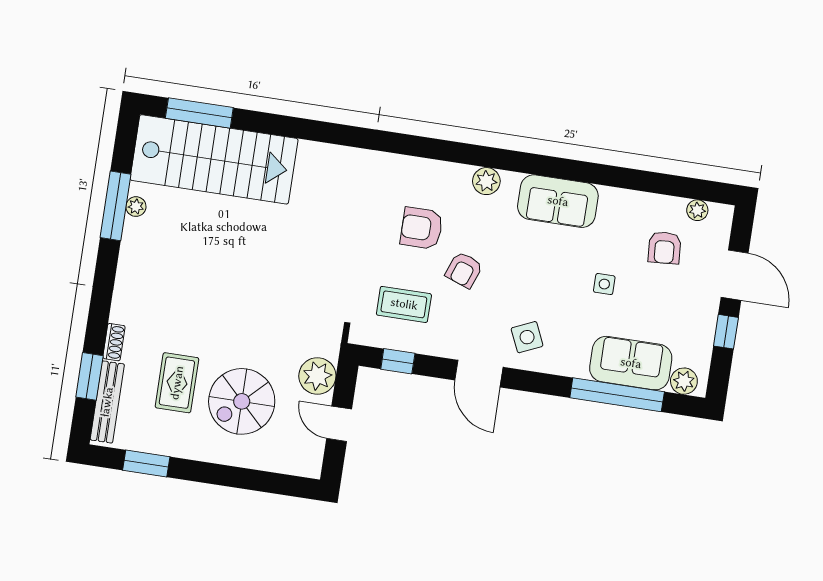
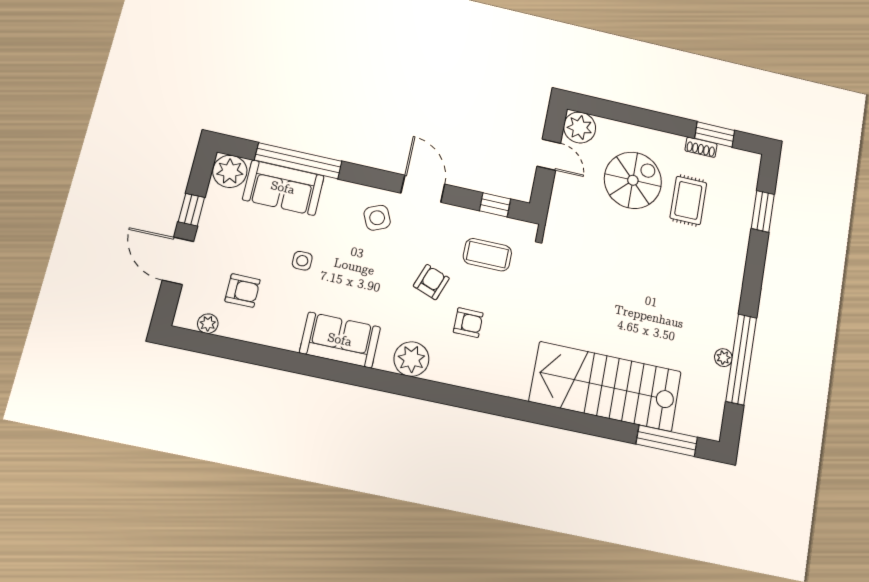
stairs: (214, 159) -> (605, 386), moved
plant: (486, 181) -> (411, 359), width x1.36, depth x1.36
window: (115, 206) -> (741, 359), width x1.46
armchair: (422, 228) -> (468, 323), width x0.72, depth x0.72
armchair: (664, 248) -> (243, 291), turned 94
shoe rack: (114, 342) -> (701, 147), moved, turned -90
plant: (317, 376) -> (580, 127), moved
plant: (684, 381) -> (230, 171), width x1.36, depth x1.36
bench: (107, 402) -> (747, 188), removed

